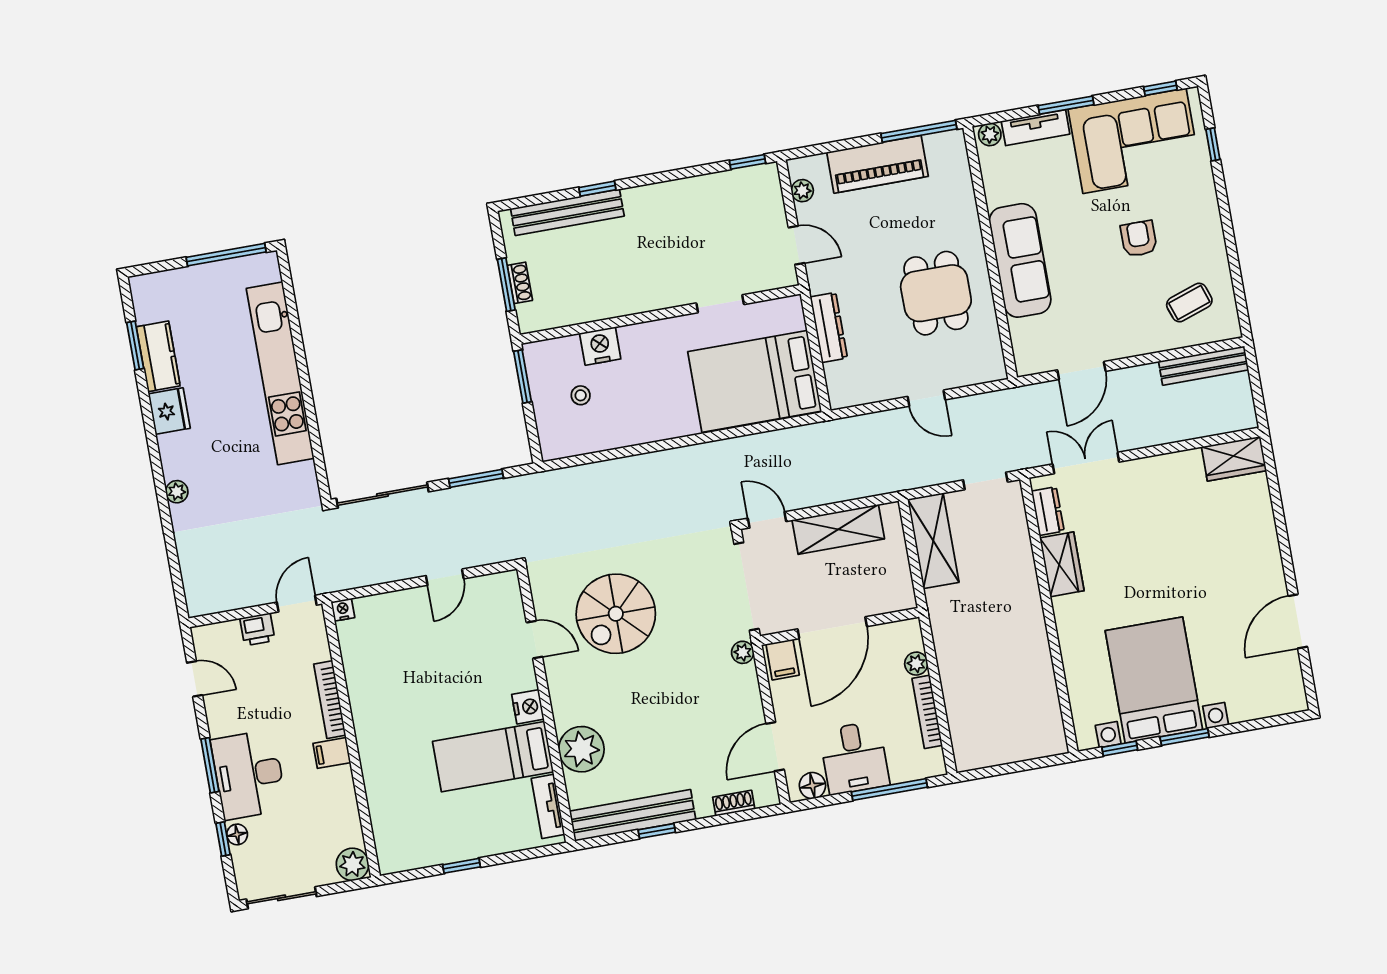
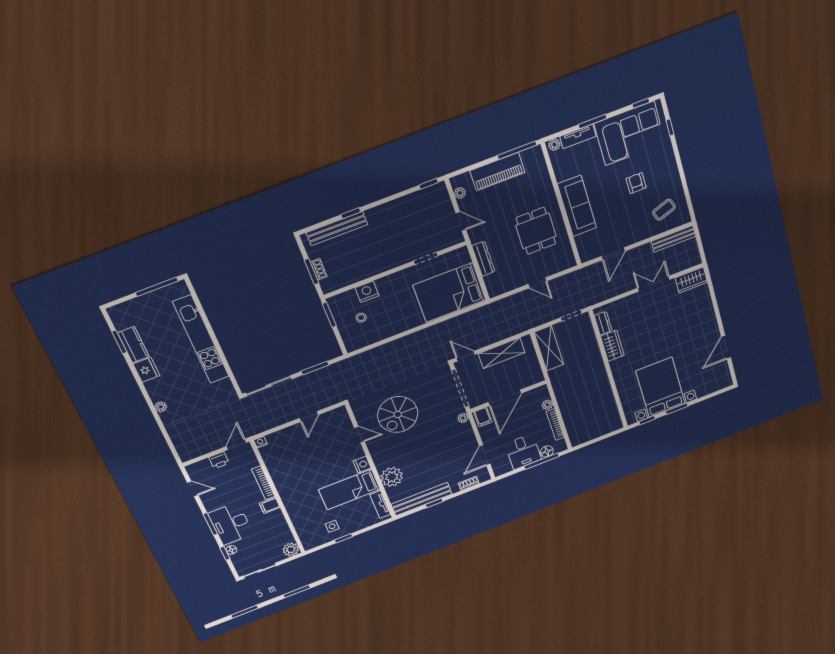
double door: (1086, 463) -> (654, 284), moved
floor lamp: (812, 786) -> (547, 451), moved
side table: (444, 832) -> (332, 526), added

